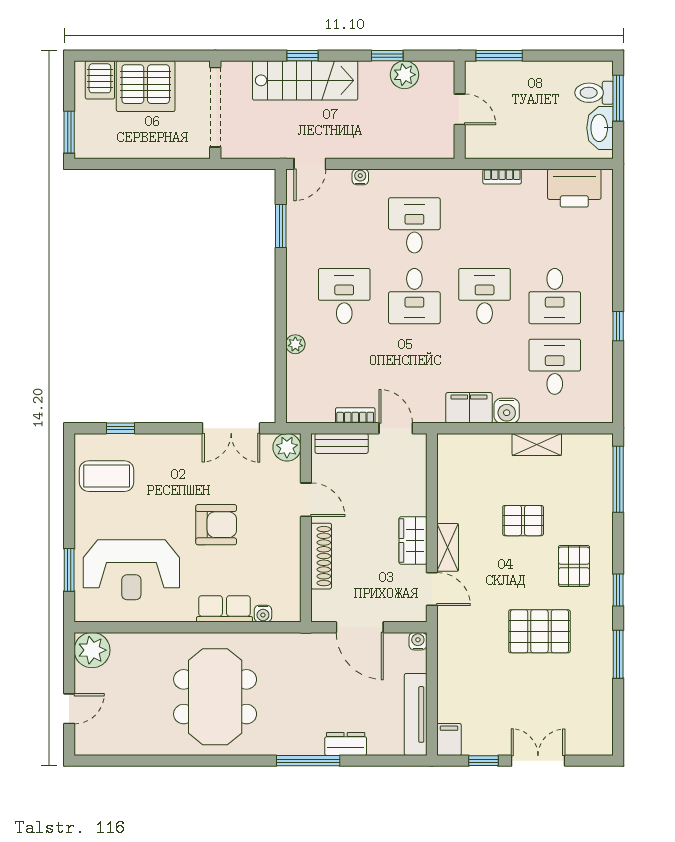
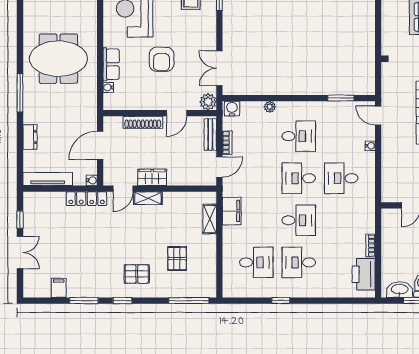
bookcase: (502, 177) -> (370, 246), moved
desk: (414, 225) -> (341, 178), turned 180
water cooler: (507, 411) -> (232, 109), moved, turned 90
shelving: (537, 444) -> (210, 219), moved
pallet: (523, 521) -> (177, 259), moved
pallet: (539, 631) -> (98, 253), removed
locker: (448, 650) -> (87, 199), added
filing cabinet: (449, 740) -> (59, 288), moved, turned -90
window: (308, 761) -> (20, 93), moved

